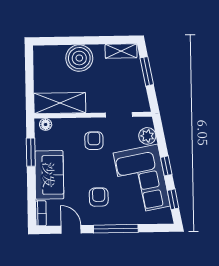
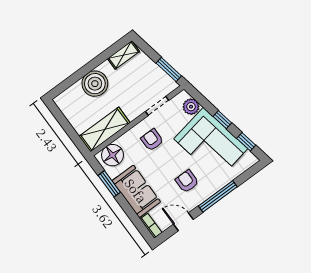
window: (147, 71) -> (169, 69), moved
floor lamp: (46, 124) -> (112, 155), width x1.89, depth x1.89

